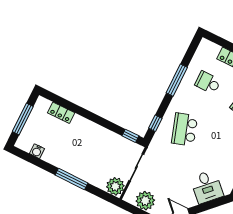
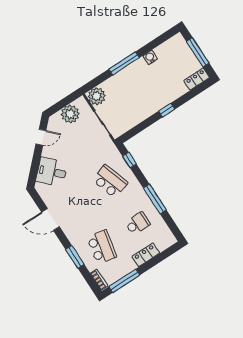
locker: (61, 113) -> (197, 79), moved
window: (130, 136) -> (167, 110), moved
water cooler: (37, 151) -> (150, 57), moved

